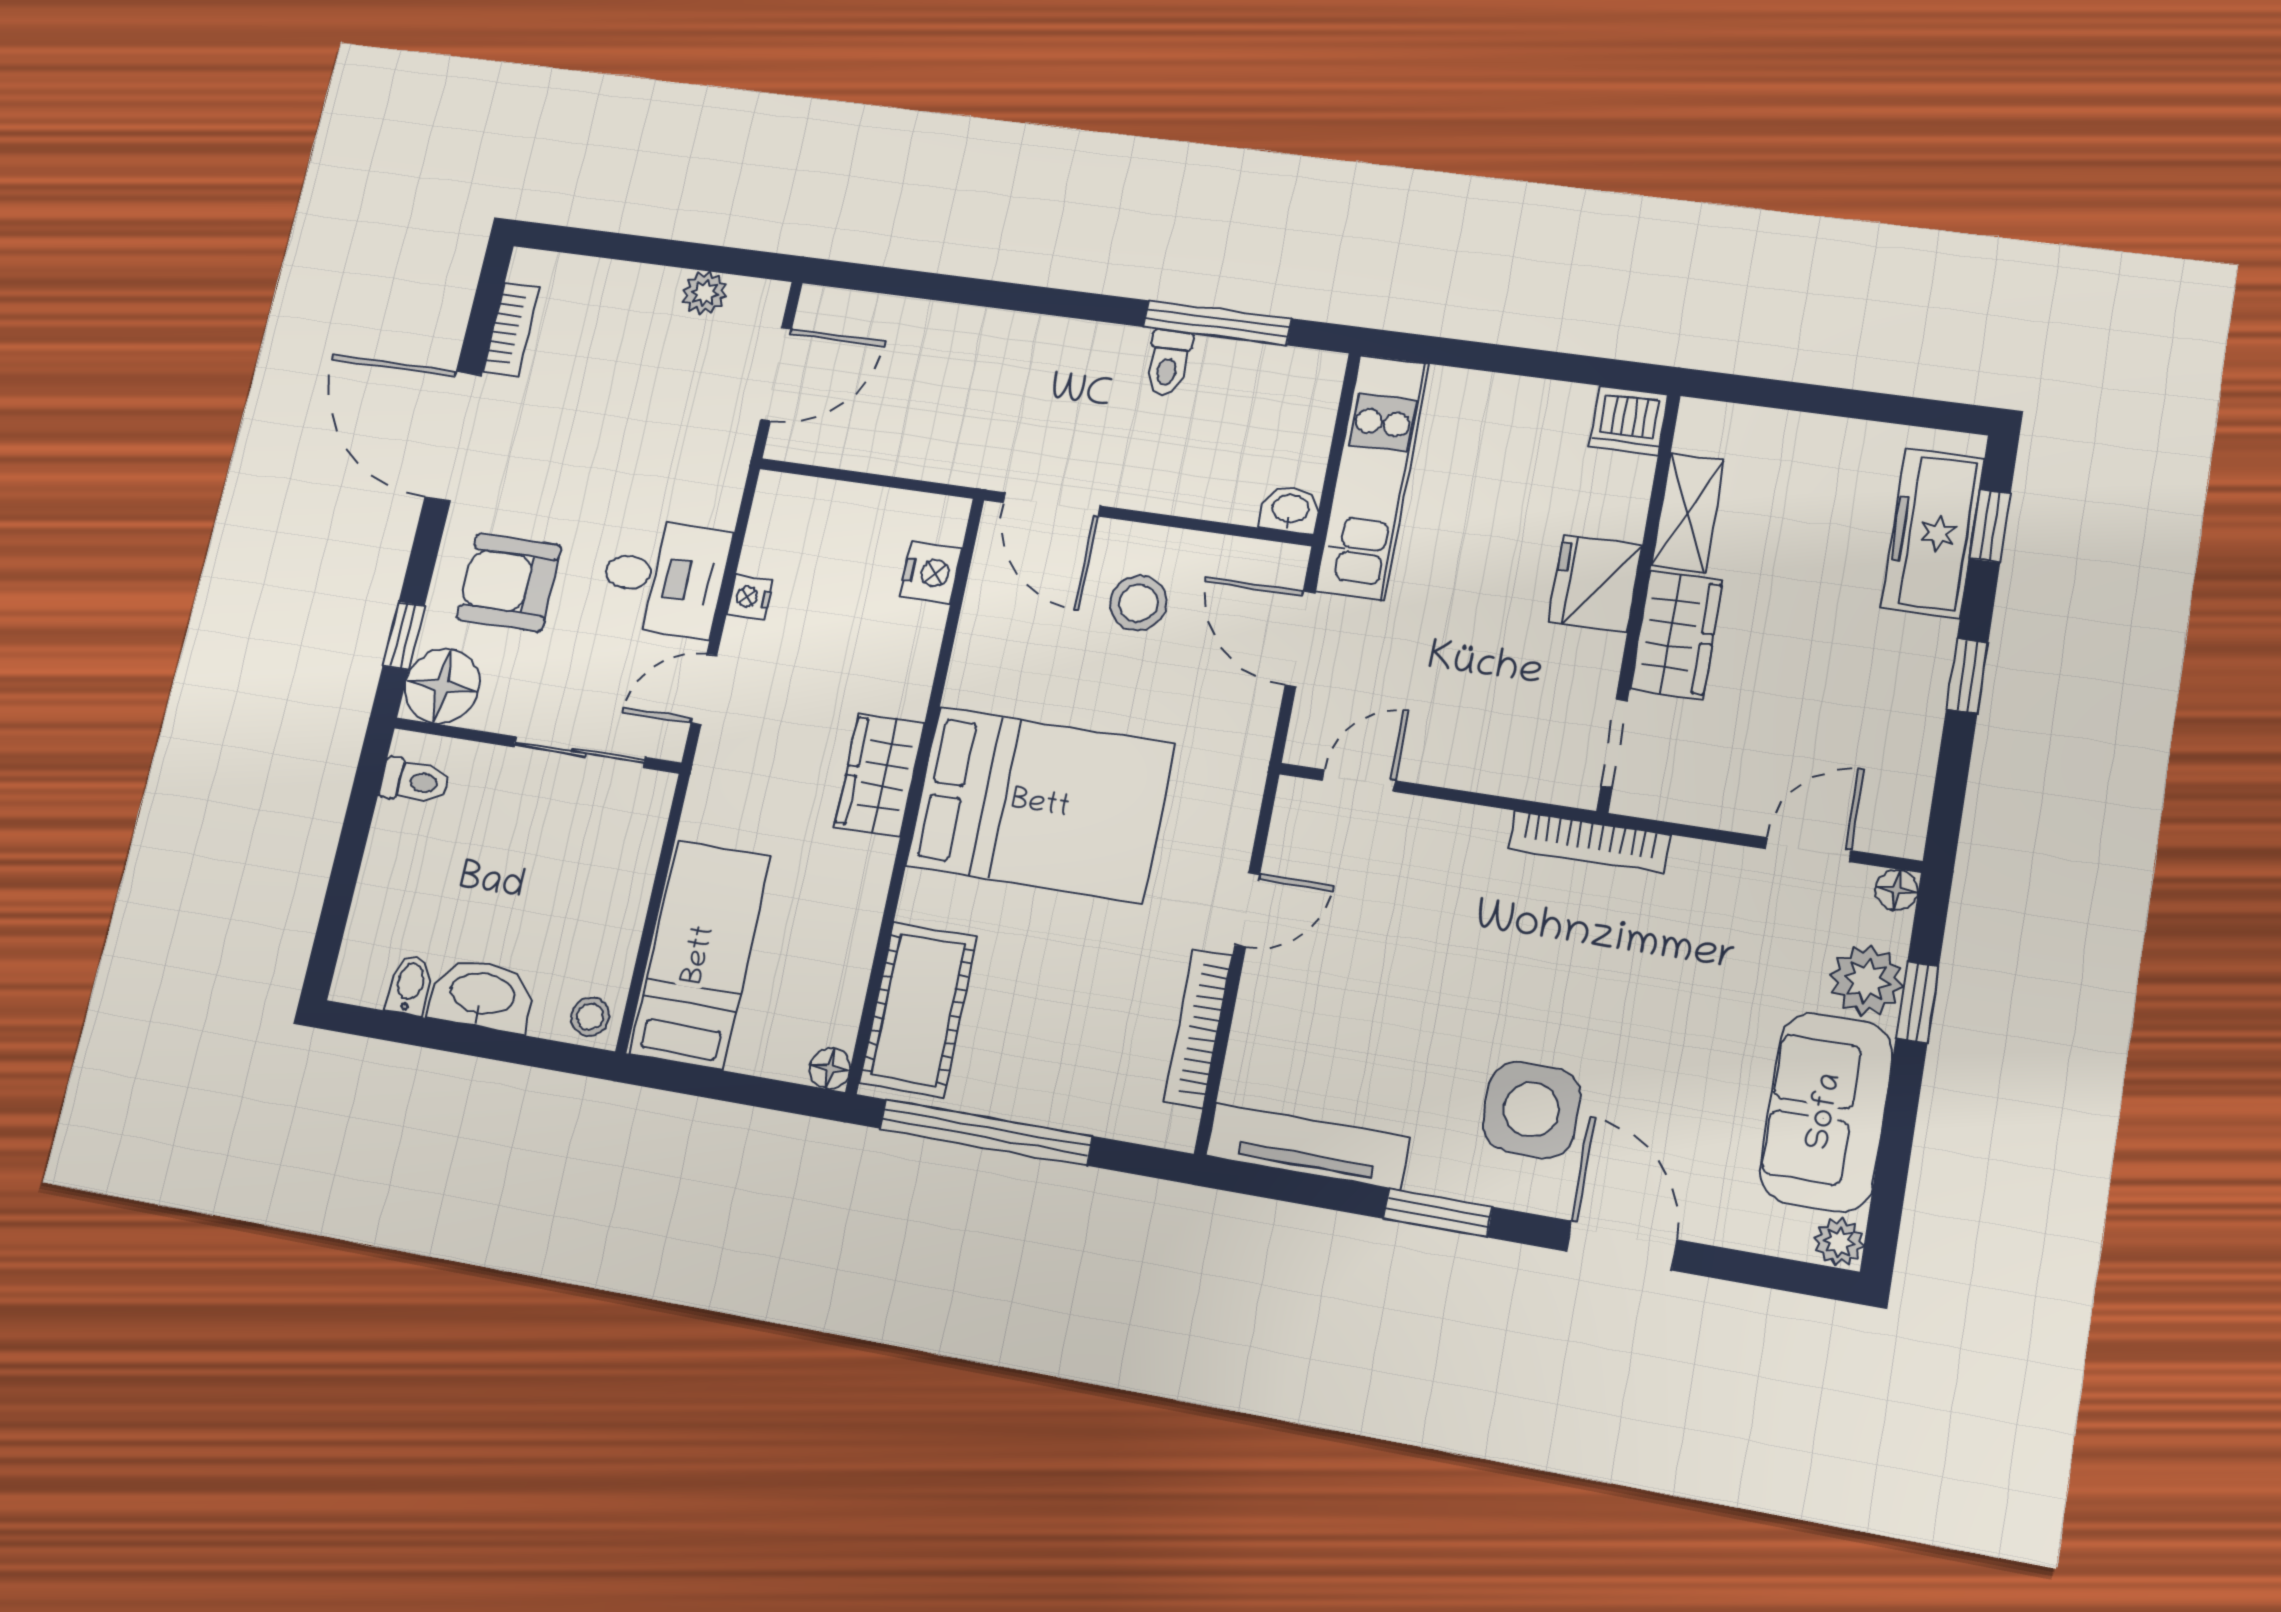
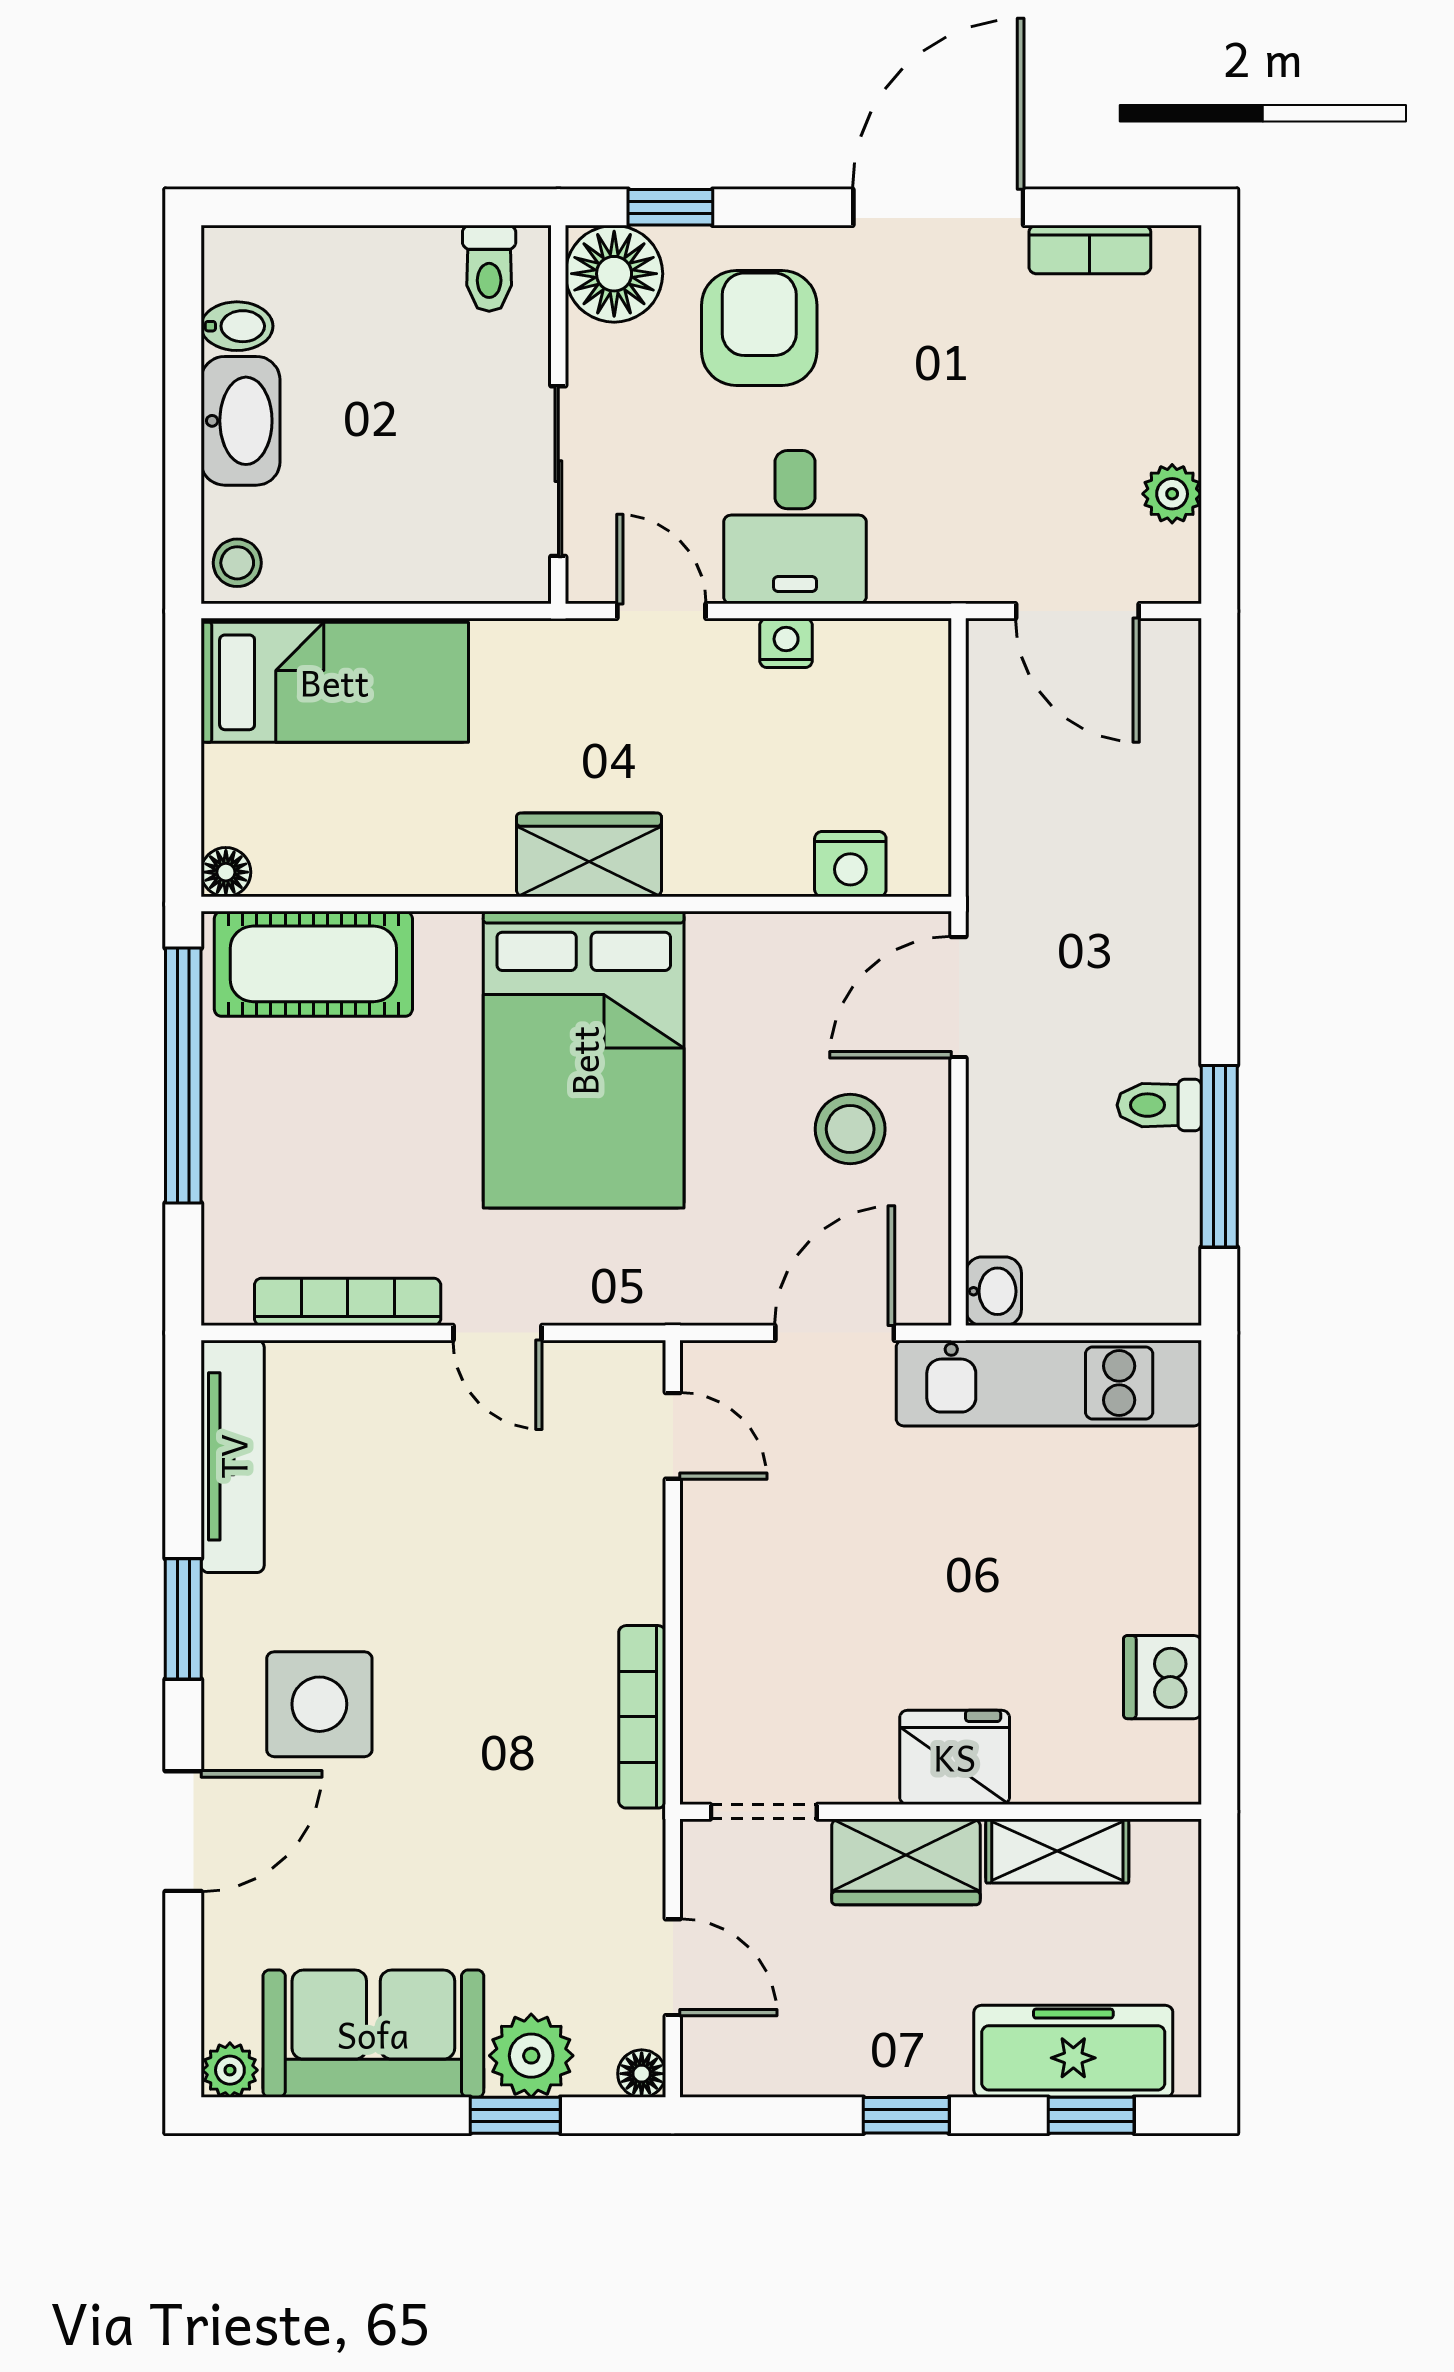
shelving: (1688, 513) -> (1057, 1851), moved
fridge: (1595, 584) -> (955, 1757), moved
wall: (1639, 601) -> (941, 1812), moved
wardrobe: (1676, 635) -> (906, 1862), moved
doorway: (1614, 743) -> (764, 1812), moved

